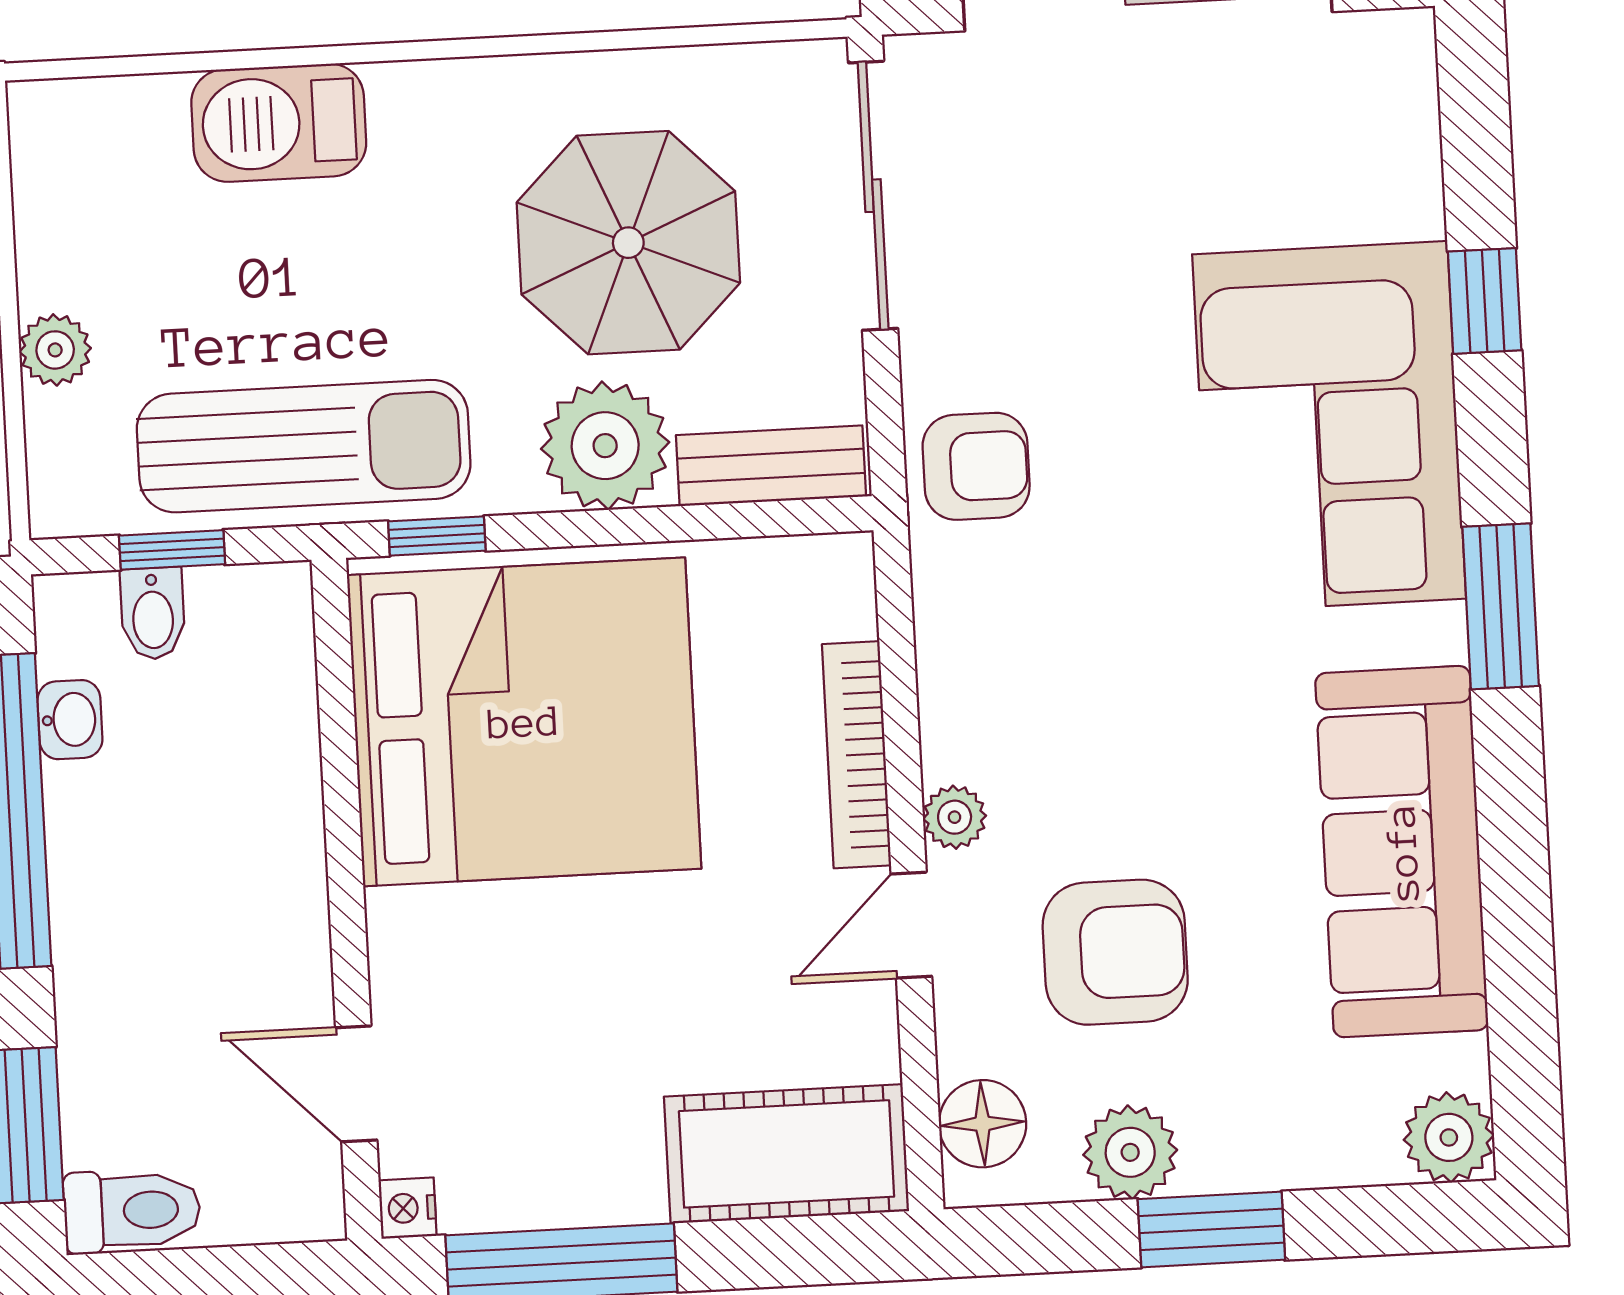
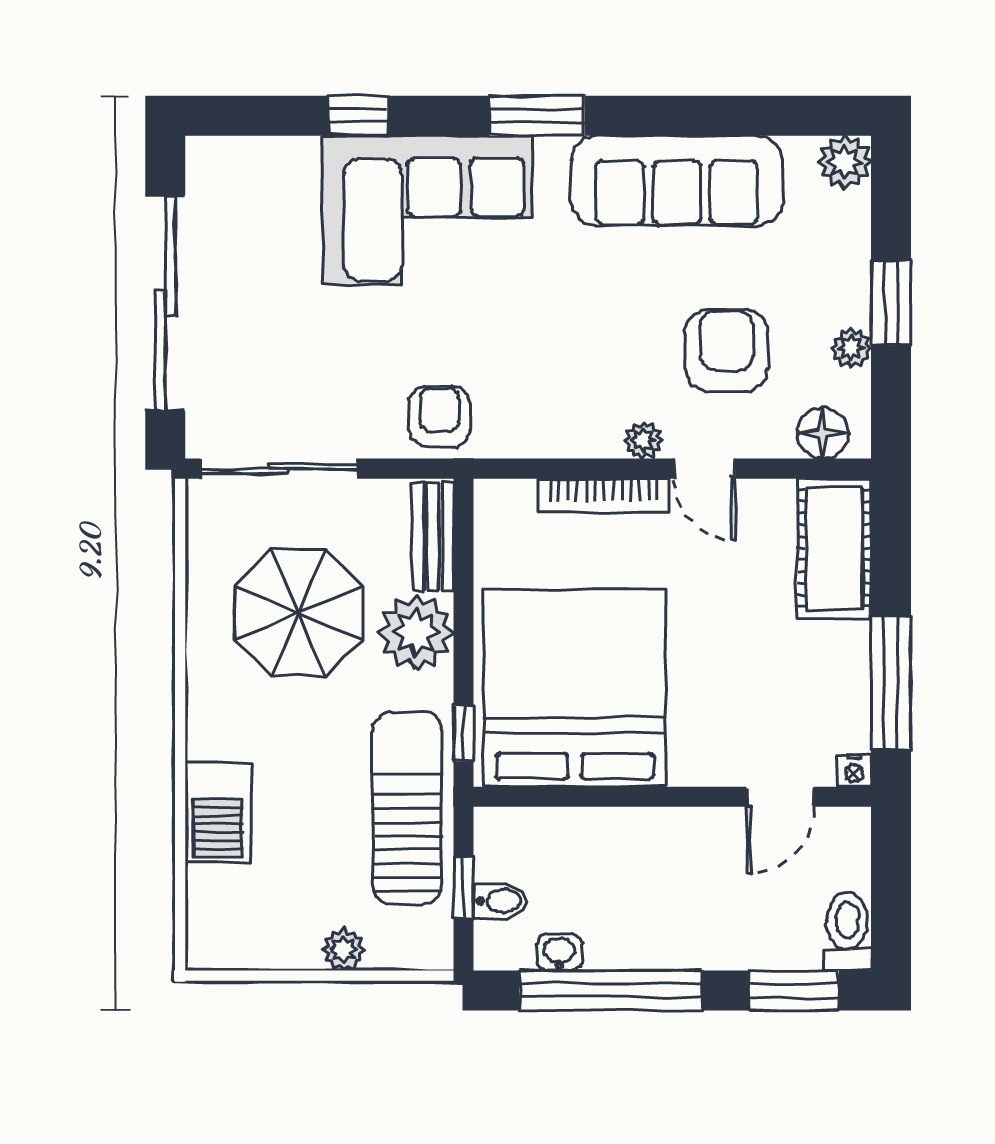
plant: (1130, 1152) -> (851, 348), width x0.73, depth x0.73

